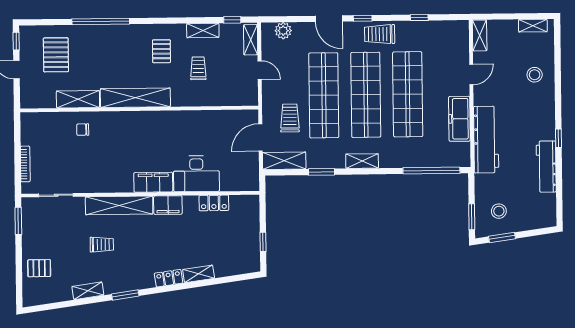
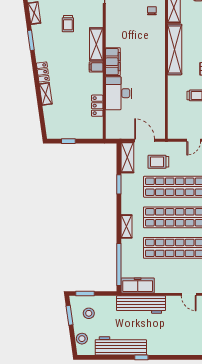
stool: (535, 75) -> (82, 339), moved
trolley: (290, 118) -> (158, 162), turned 180
freezer: (459, 119) -> (138, 285), moved
shelving: (362, 161) -> (126, 226), moved
workbench: (546, 167) -> (121, 346), width x1.36, depth x1.32
shelving: (119, 205) -> (96, 44), width x0.68
filing cabinet: (168, 205) -> (96, 67), width x0.50

